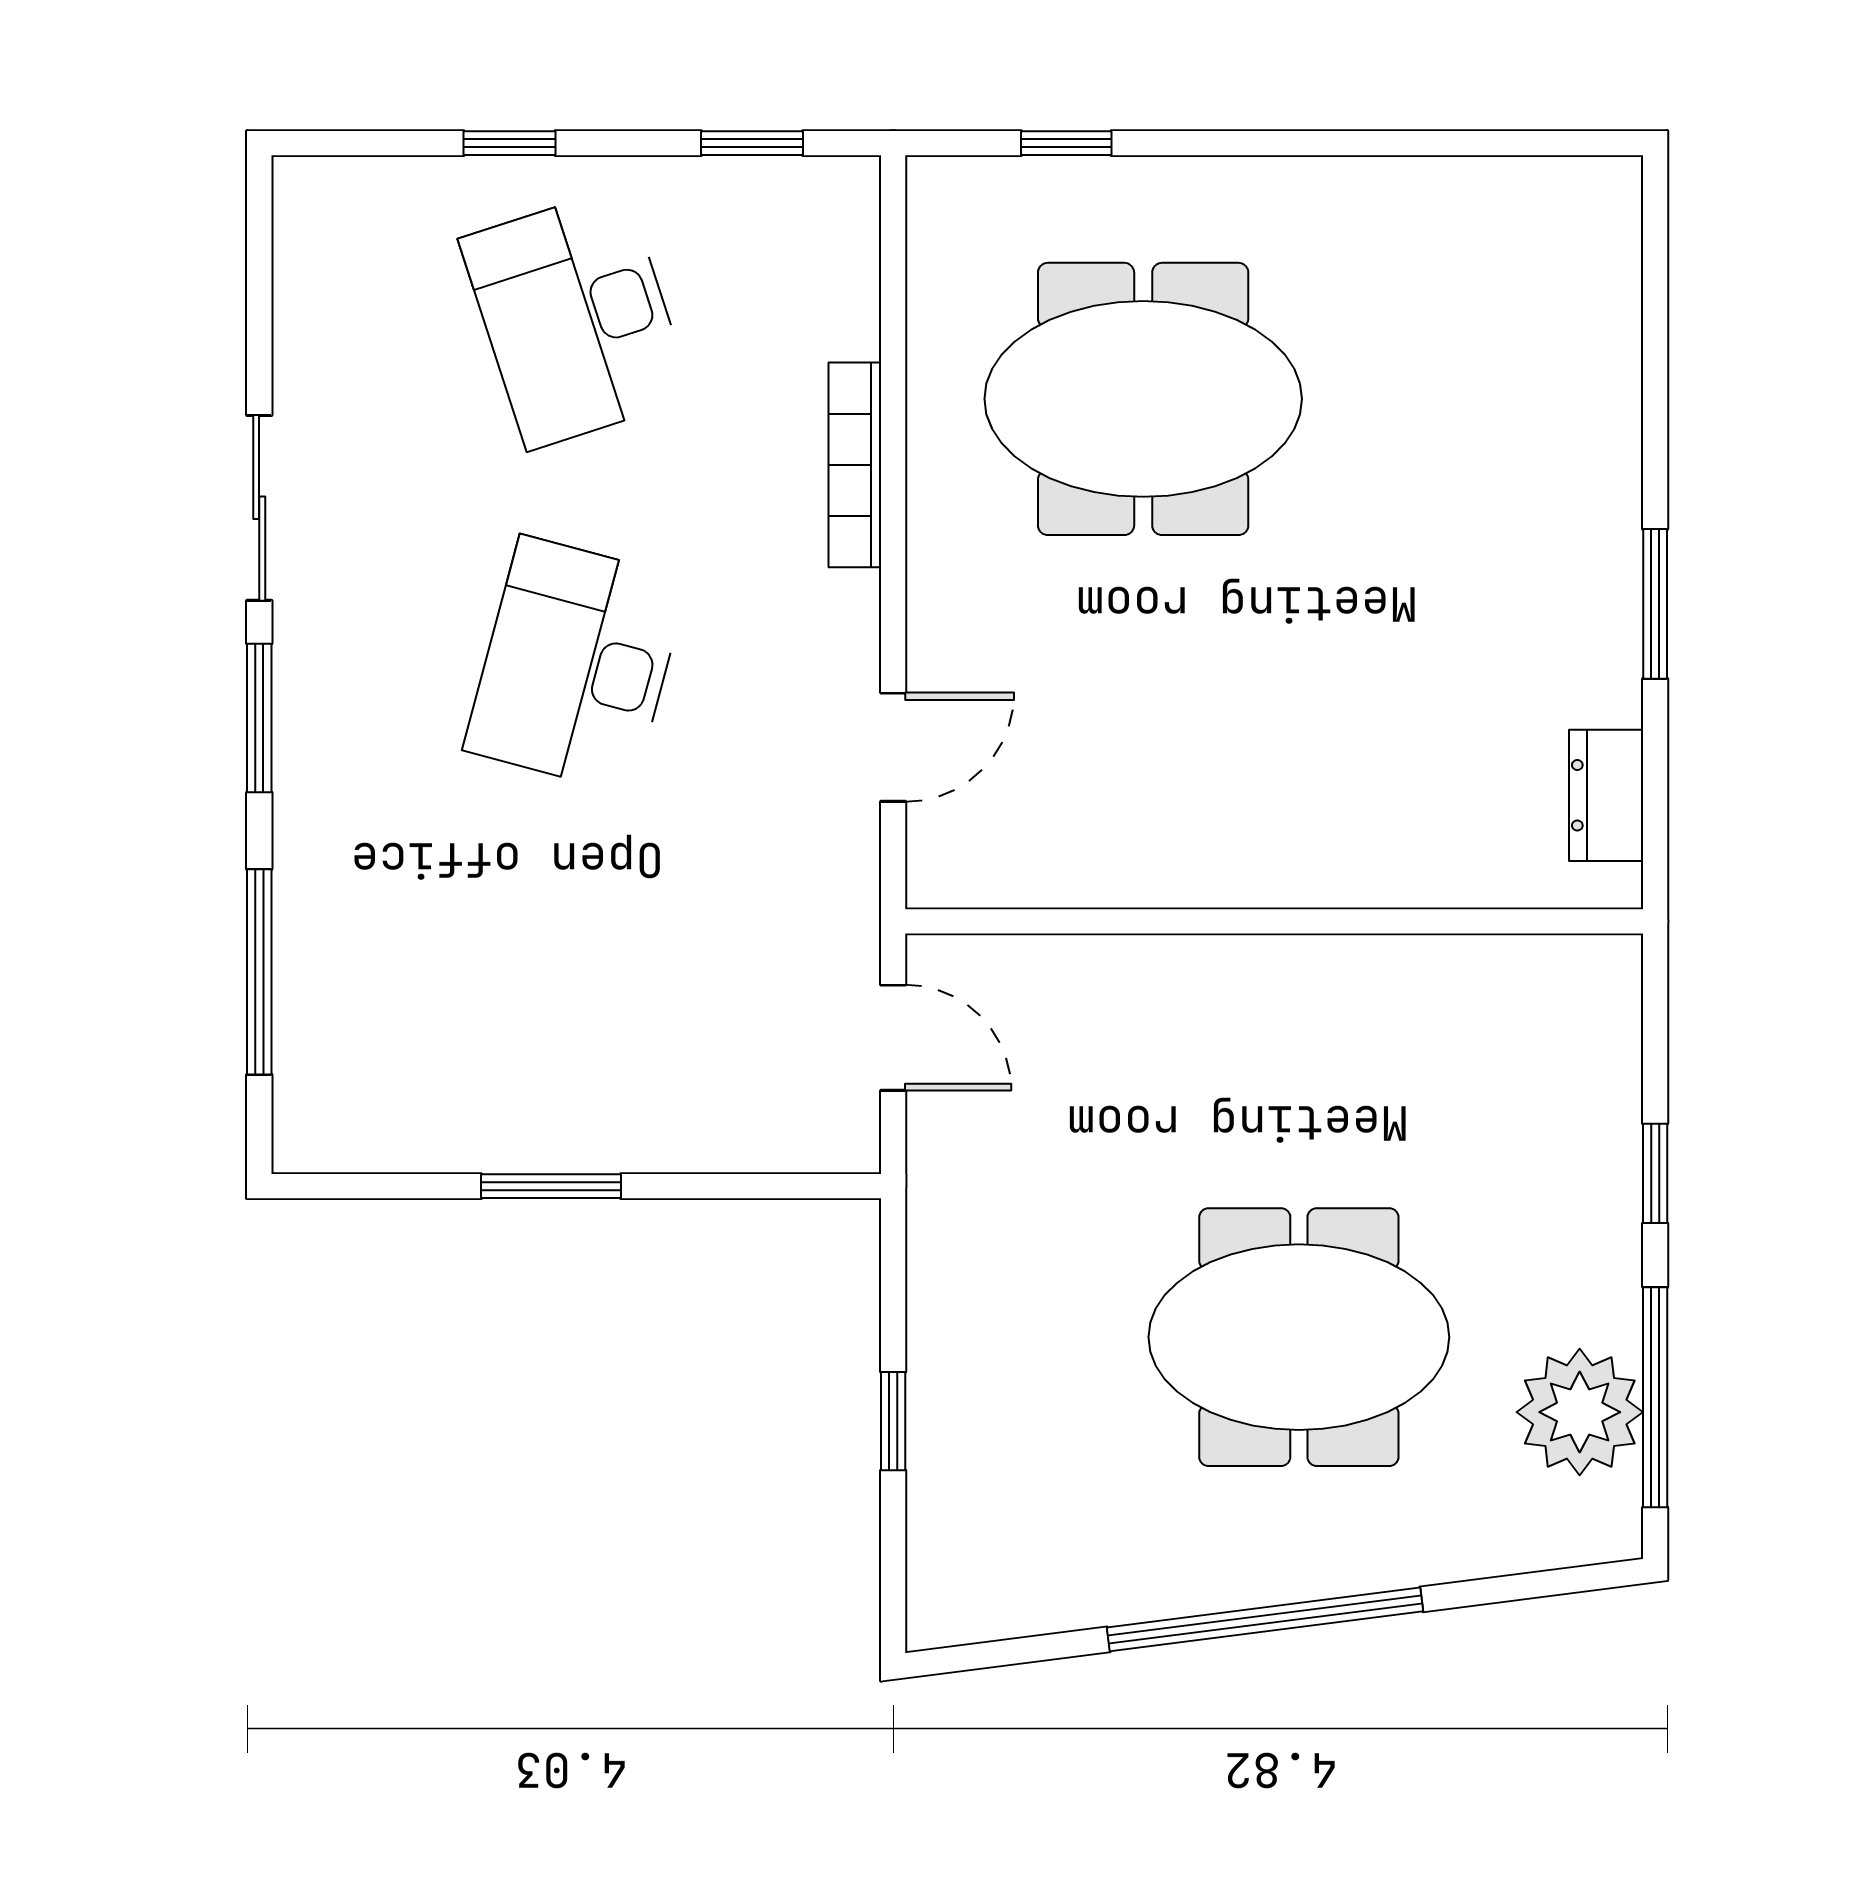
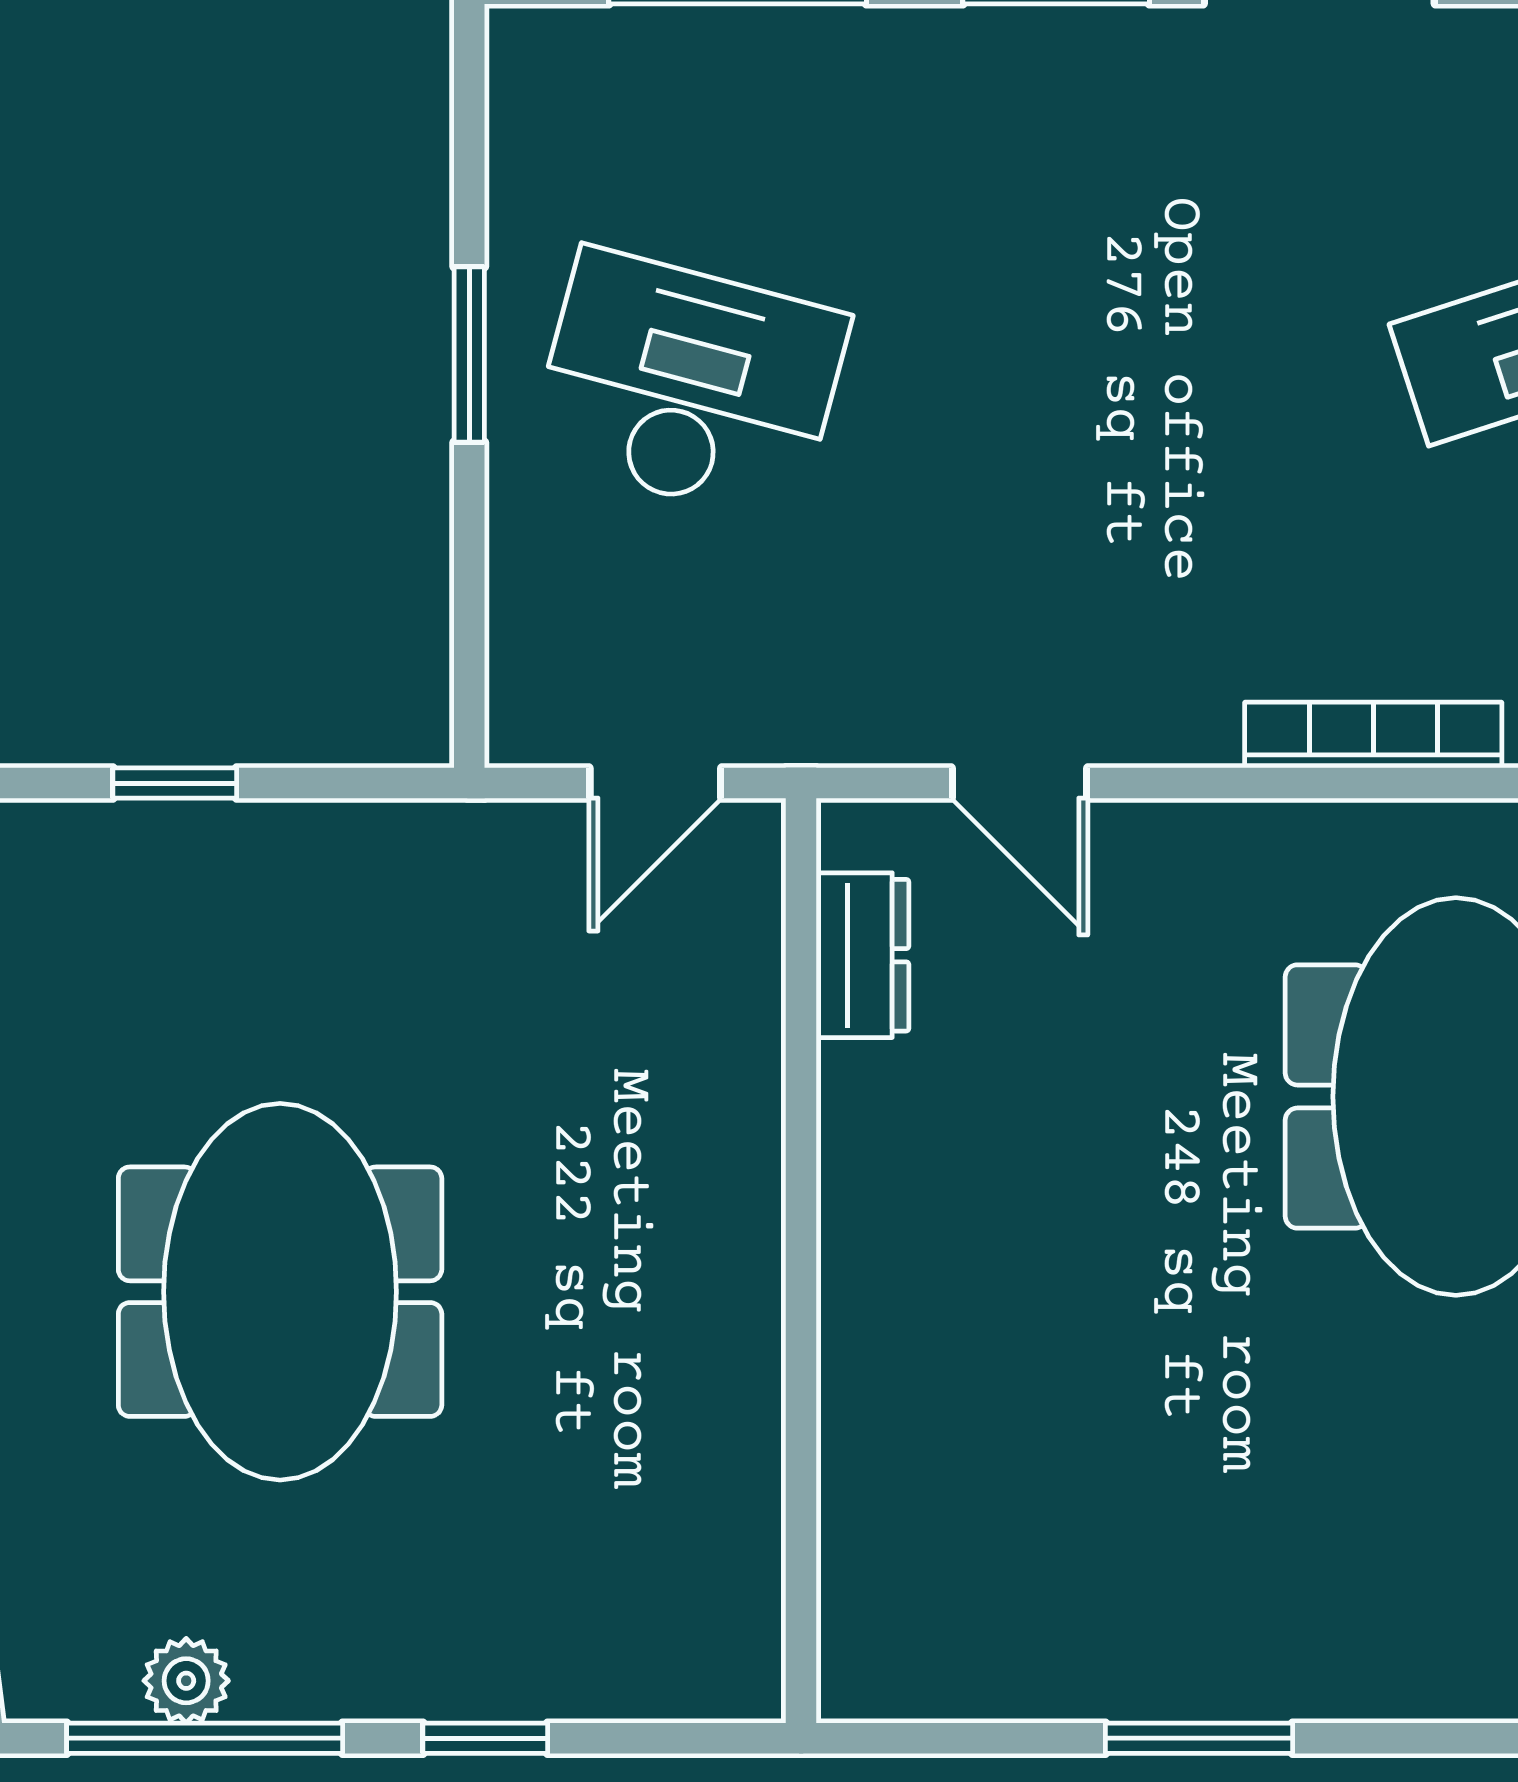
desk: (576, 665) -> (689, 386), moved
dresser: (1606, 795) -> (863, 955), moved, turned 90
plant: (1580, 1412) -> (186, 1681), width x0.53, depth x0.53

